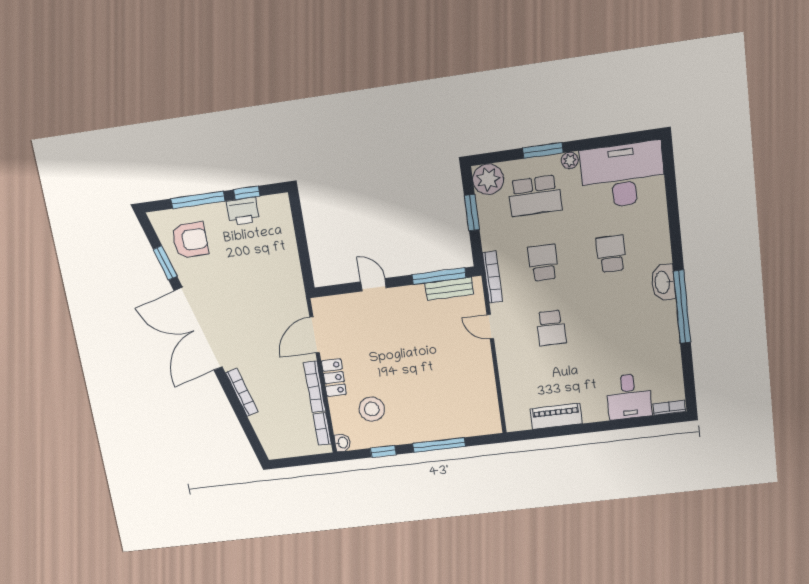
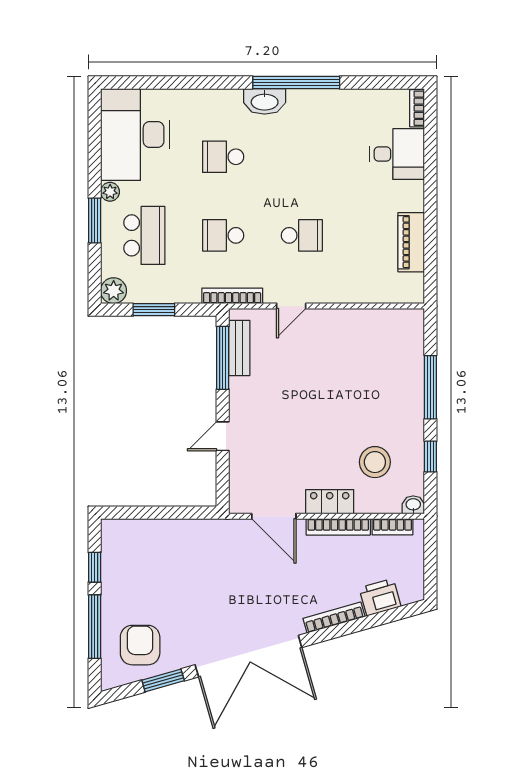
plant: (488, 179) -> (114, 291), width x0.73, depth x0.73
printer: (243, 211) -> (380, 597), moved, turned -106

